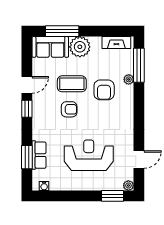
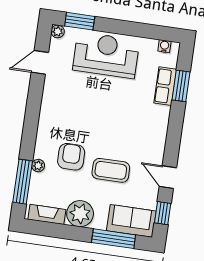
plant: (80, 47) -> (80, 214), moved
door: (27, 85) -> (168, 177), hinge flipped
window: (27, 109) -> (163, 213), moved
armchair: (69, 109) -> (119, 139), removed
reception desk: (89, 155) -> (106, 55), moved, turned 180

